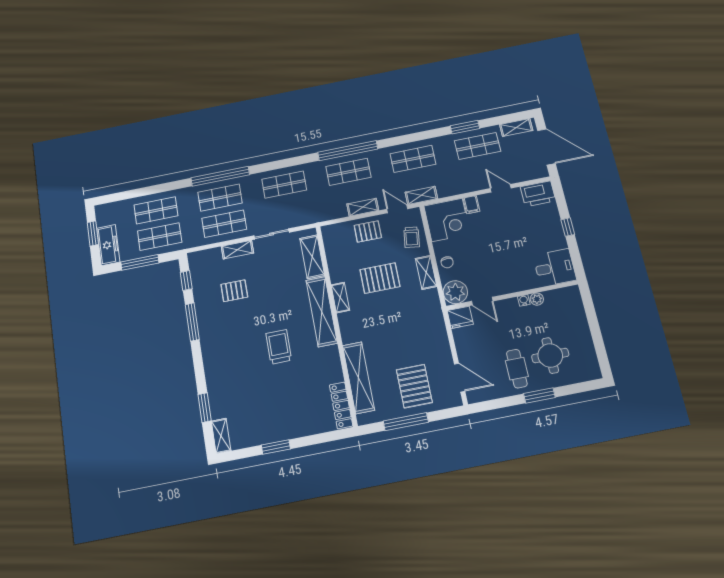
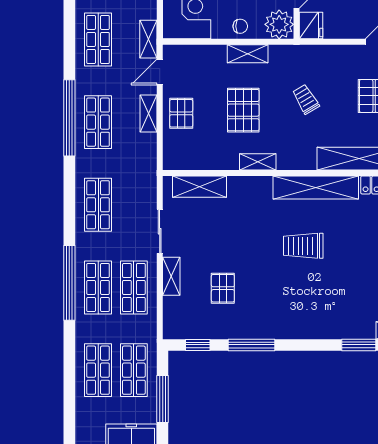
trolley: (412, 237) -> (306, 99), moved, turned -129
shelving: (322, 312) -> (316, 187), moved

